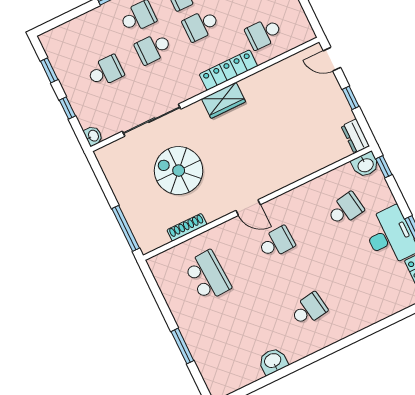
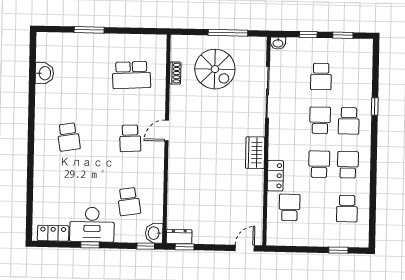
locker: (228, 70) -> (275, 176), width x0.66
window: (351, 98) -> (185, 247), moved
spiral stairs: (179, 171) -> (215, 69), moved, turned 90
shoe rack: (187, 227) -> (175, 73), width x0.70
window: (126, 228) -> (228, 33), moved
washbasin: (273, 361) -> (44, 73), moved

